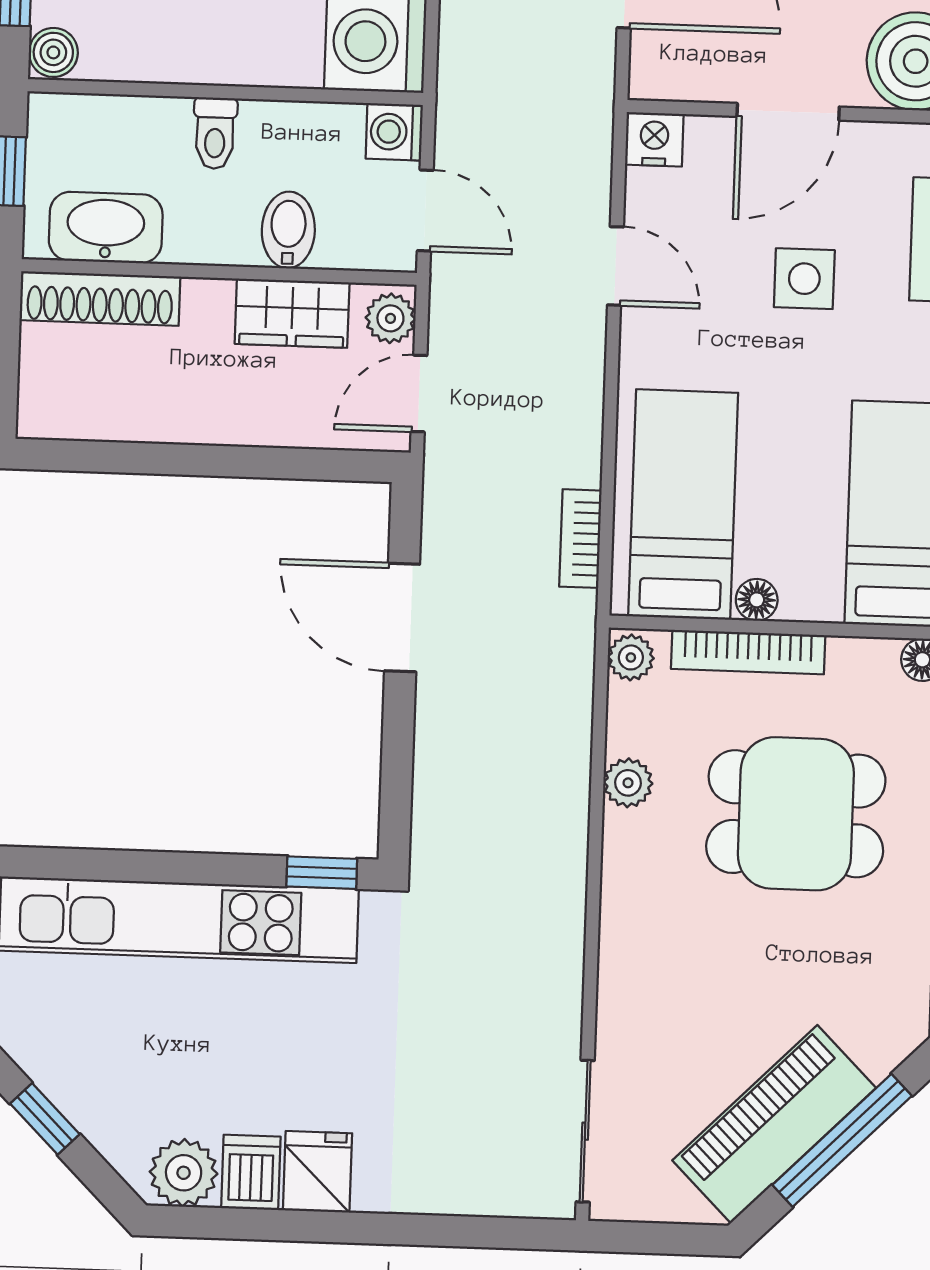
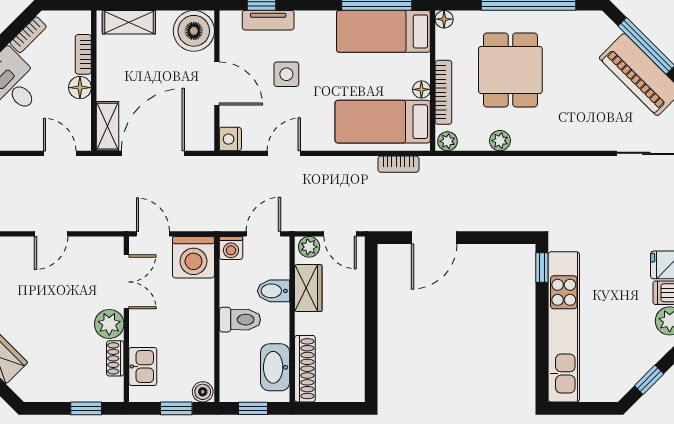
toilet: (215, 133) -> (240, 320), width x1.37, depth x1.39

